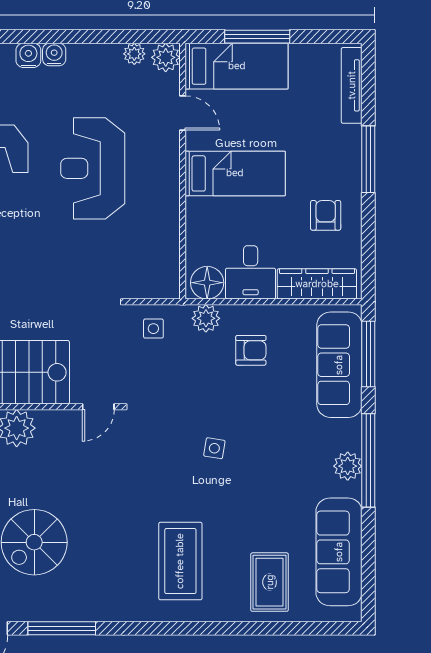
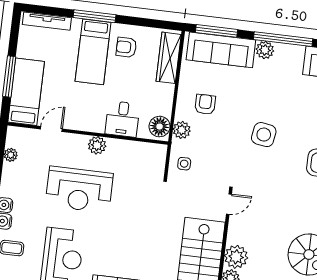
plant: (166, 57) -> (97, 145), moved
bed: (235, 173) -> (93, 52), moved, turned 180
desk: (251, 272) -> (122, 119), moved, turned 90
door: (98, 407) -> (229, 204), hinge flipped
side table: (214, 448) -> (264, 135), width x1.87, depth x1.87
plant: (348, 466) -> (265, 50), moved

